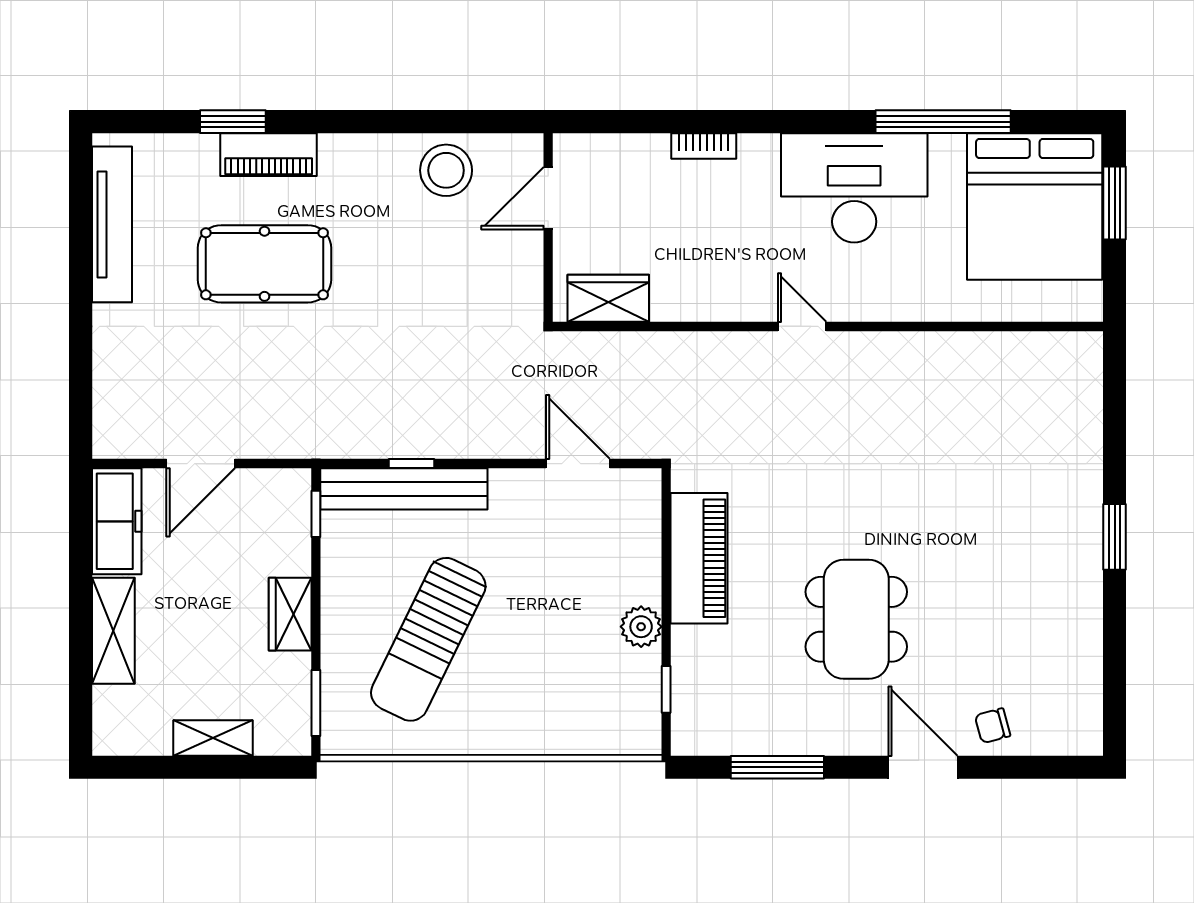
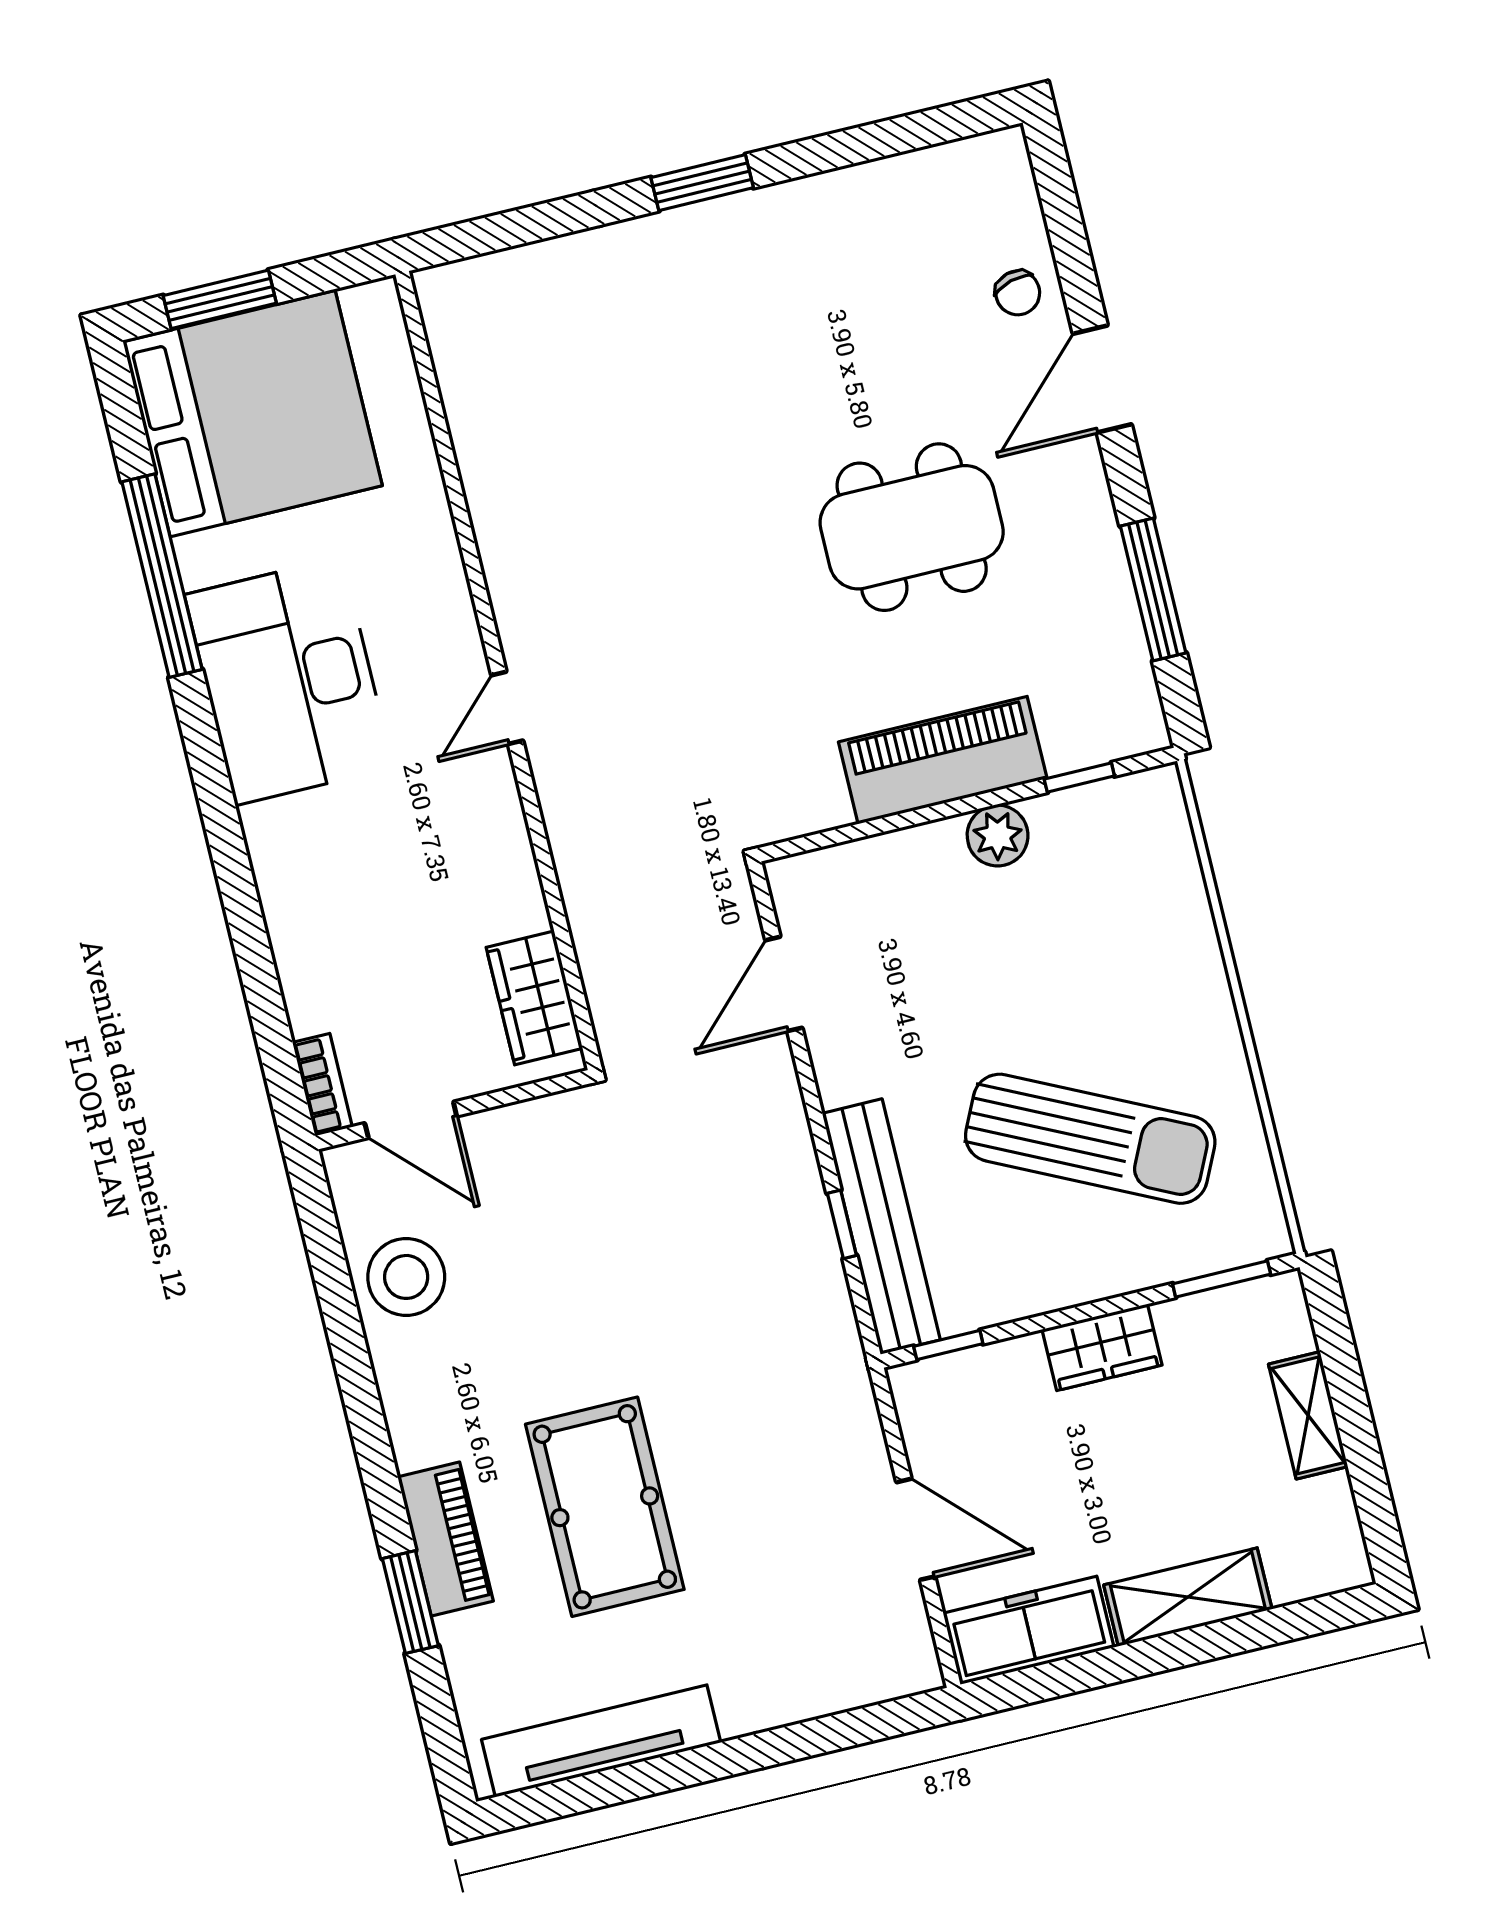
bookcase: (704, 146) -> (322, 1085), moved
piano: (699, 558) -> (943, 760), moved

